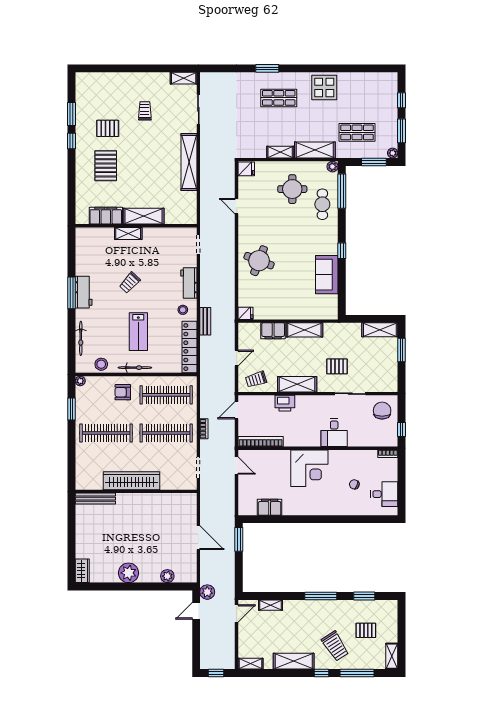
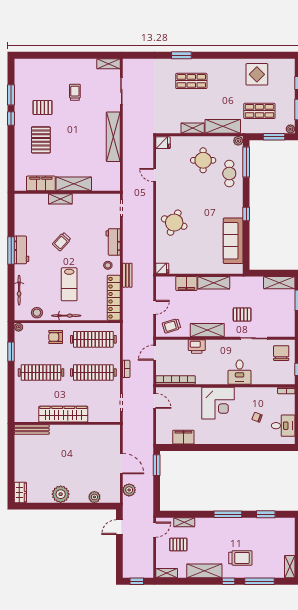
display table: (324, 87) -> (257, 74), moved
sofa: (327, 275) -> (233, 241), width x1.36
plant: (207, 592) -> (129, 490), moved
pallet: (366, 630) -> (178, 545), moved
trolley: (335, 646) -> (240, 558), turned -57

